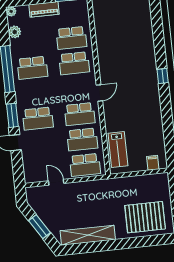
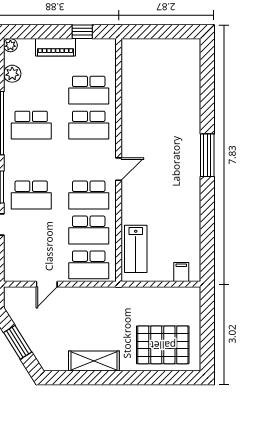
window: (163, 76) -> (207, 155), width x2.17
door: (56, 182) -> (47, 284), swing flipped
shelving: (88, 235) -> (94, 361), width x0.68

